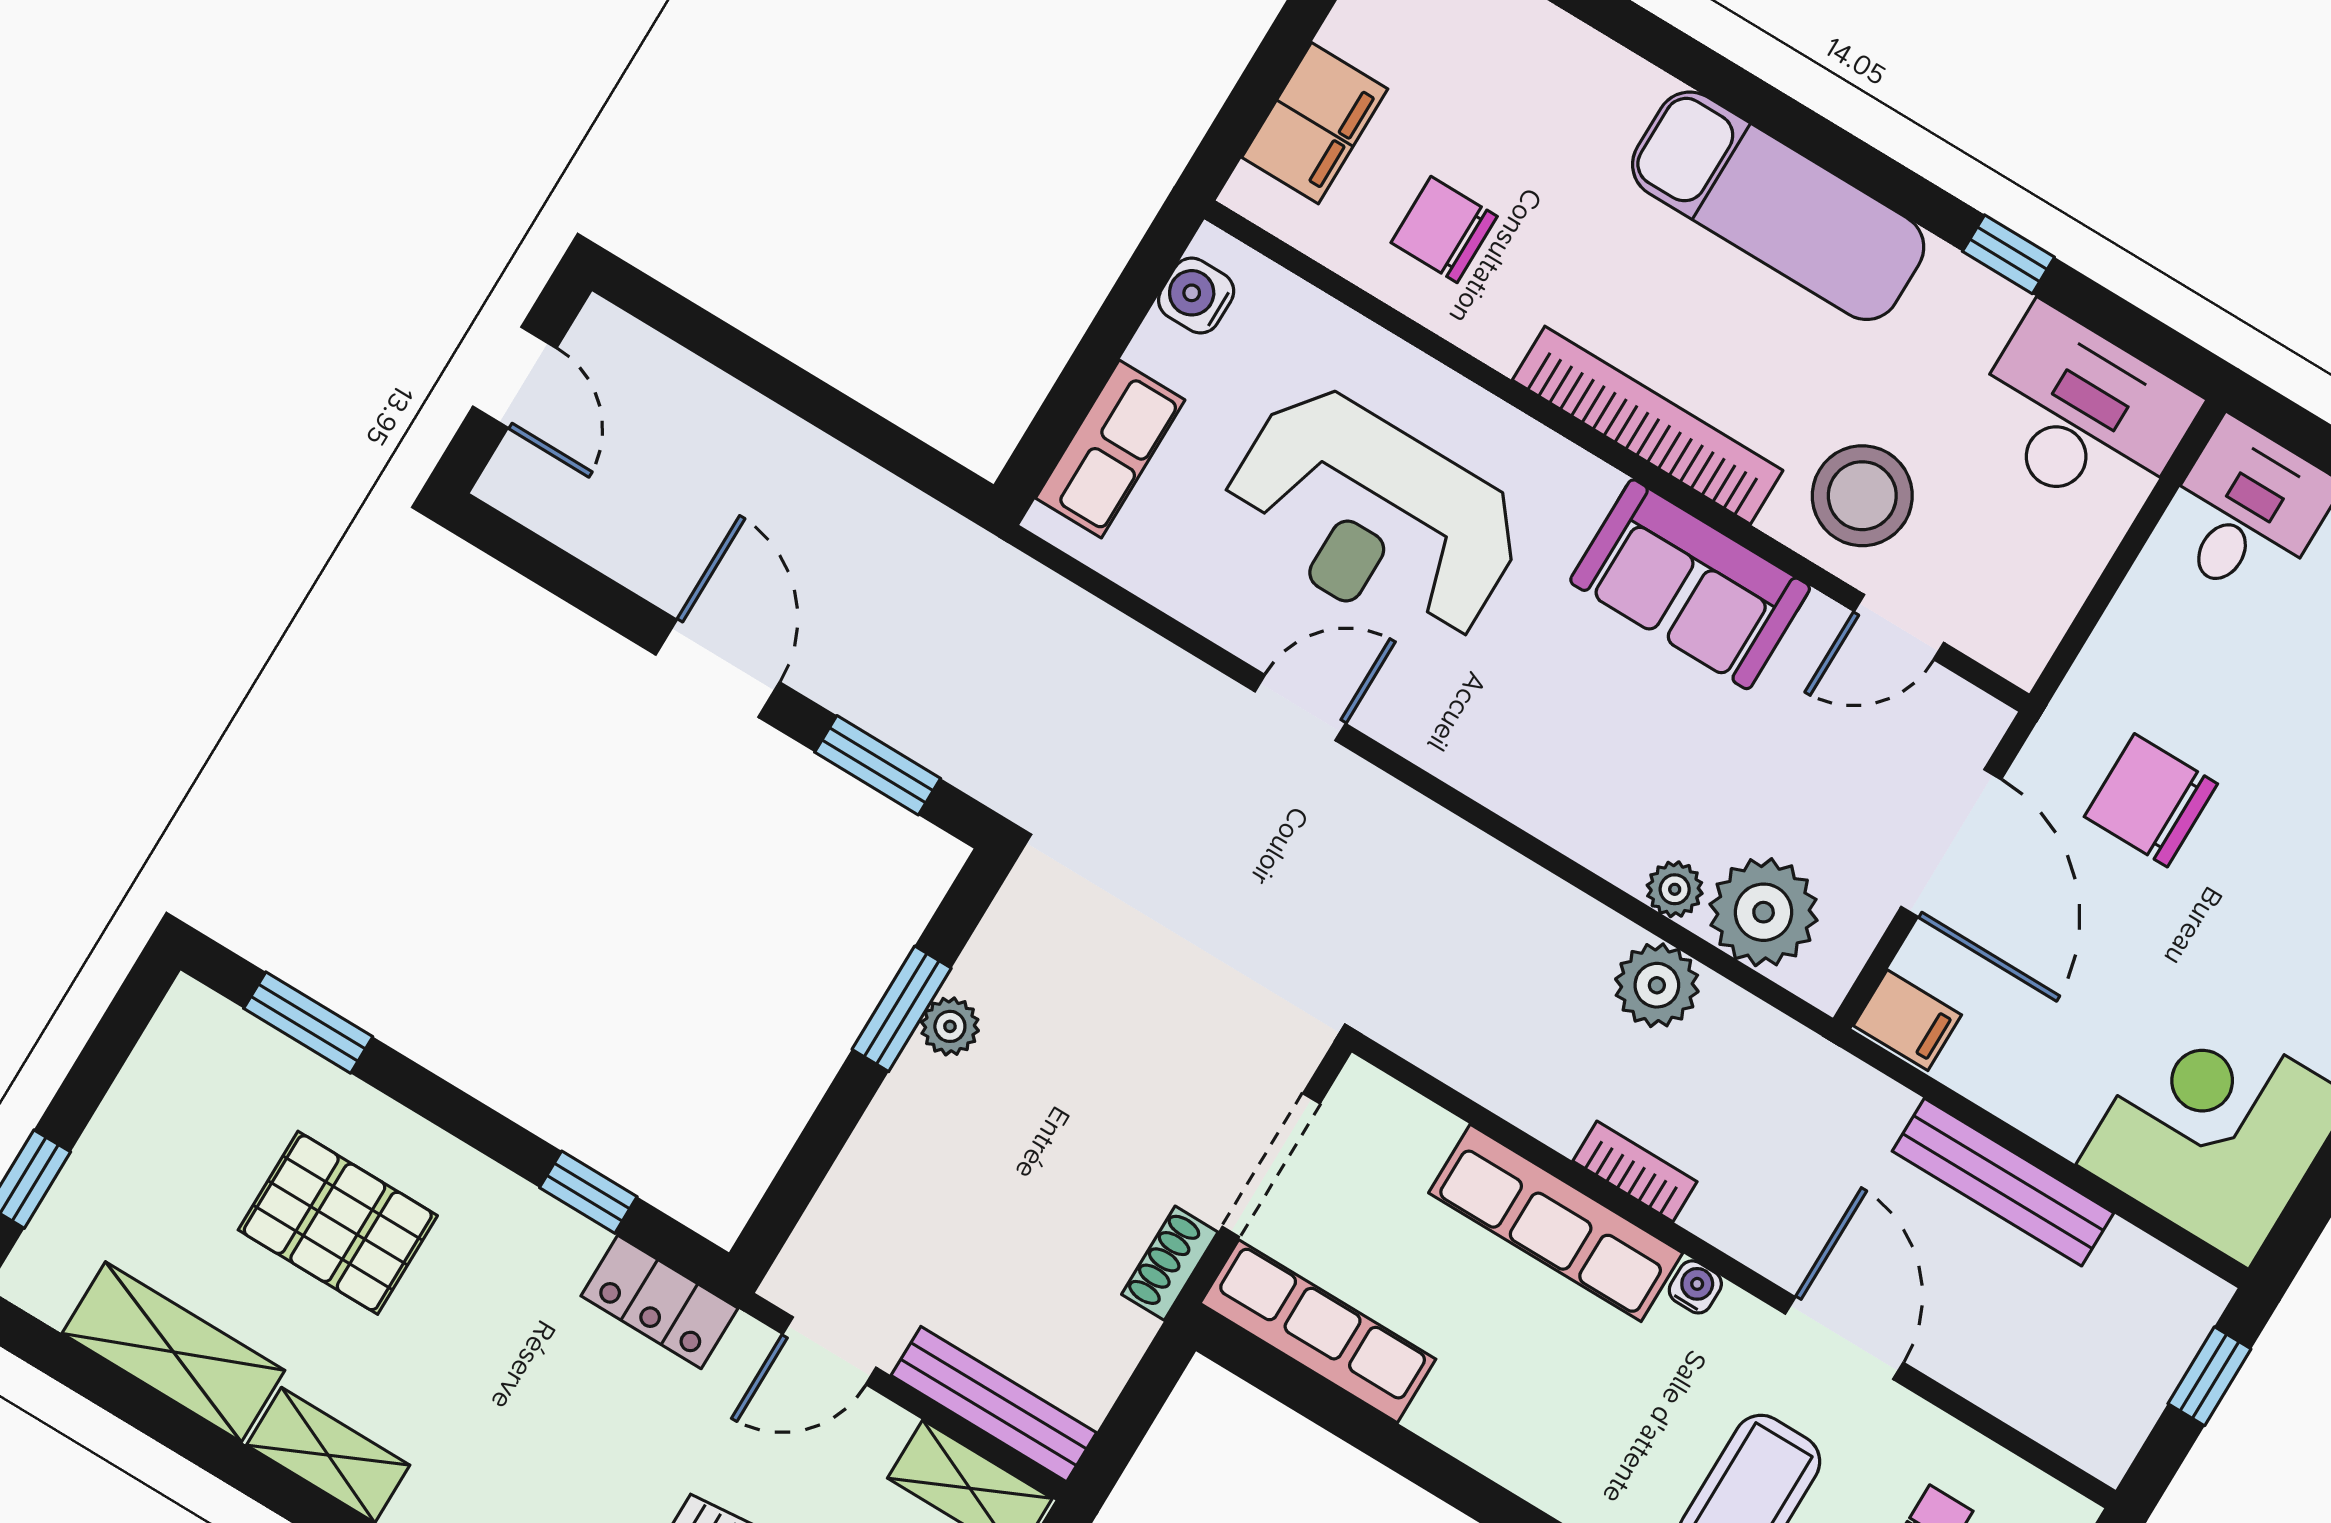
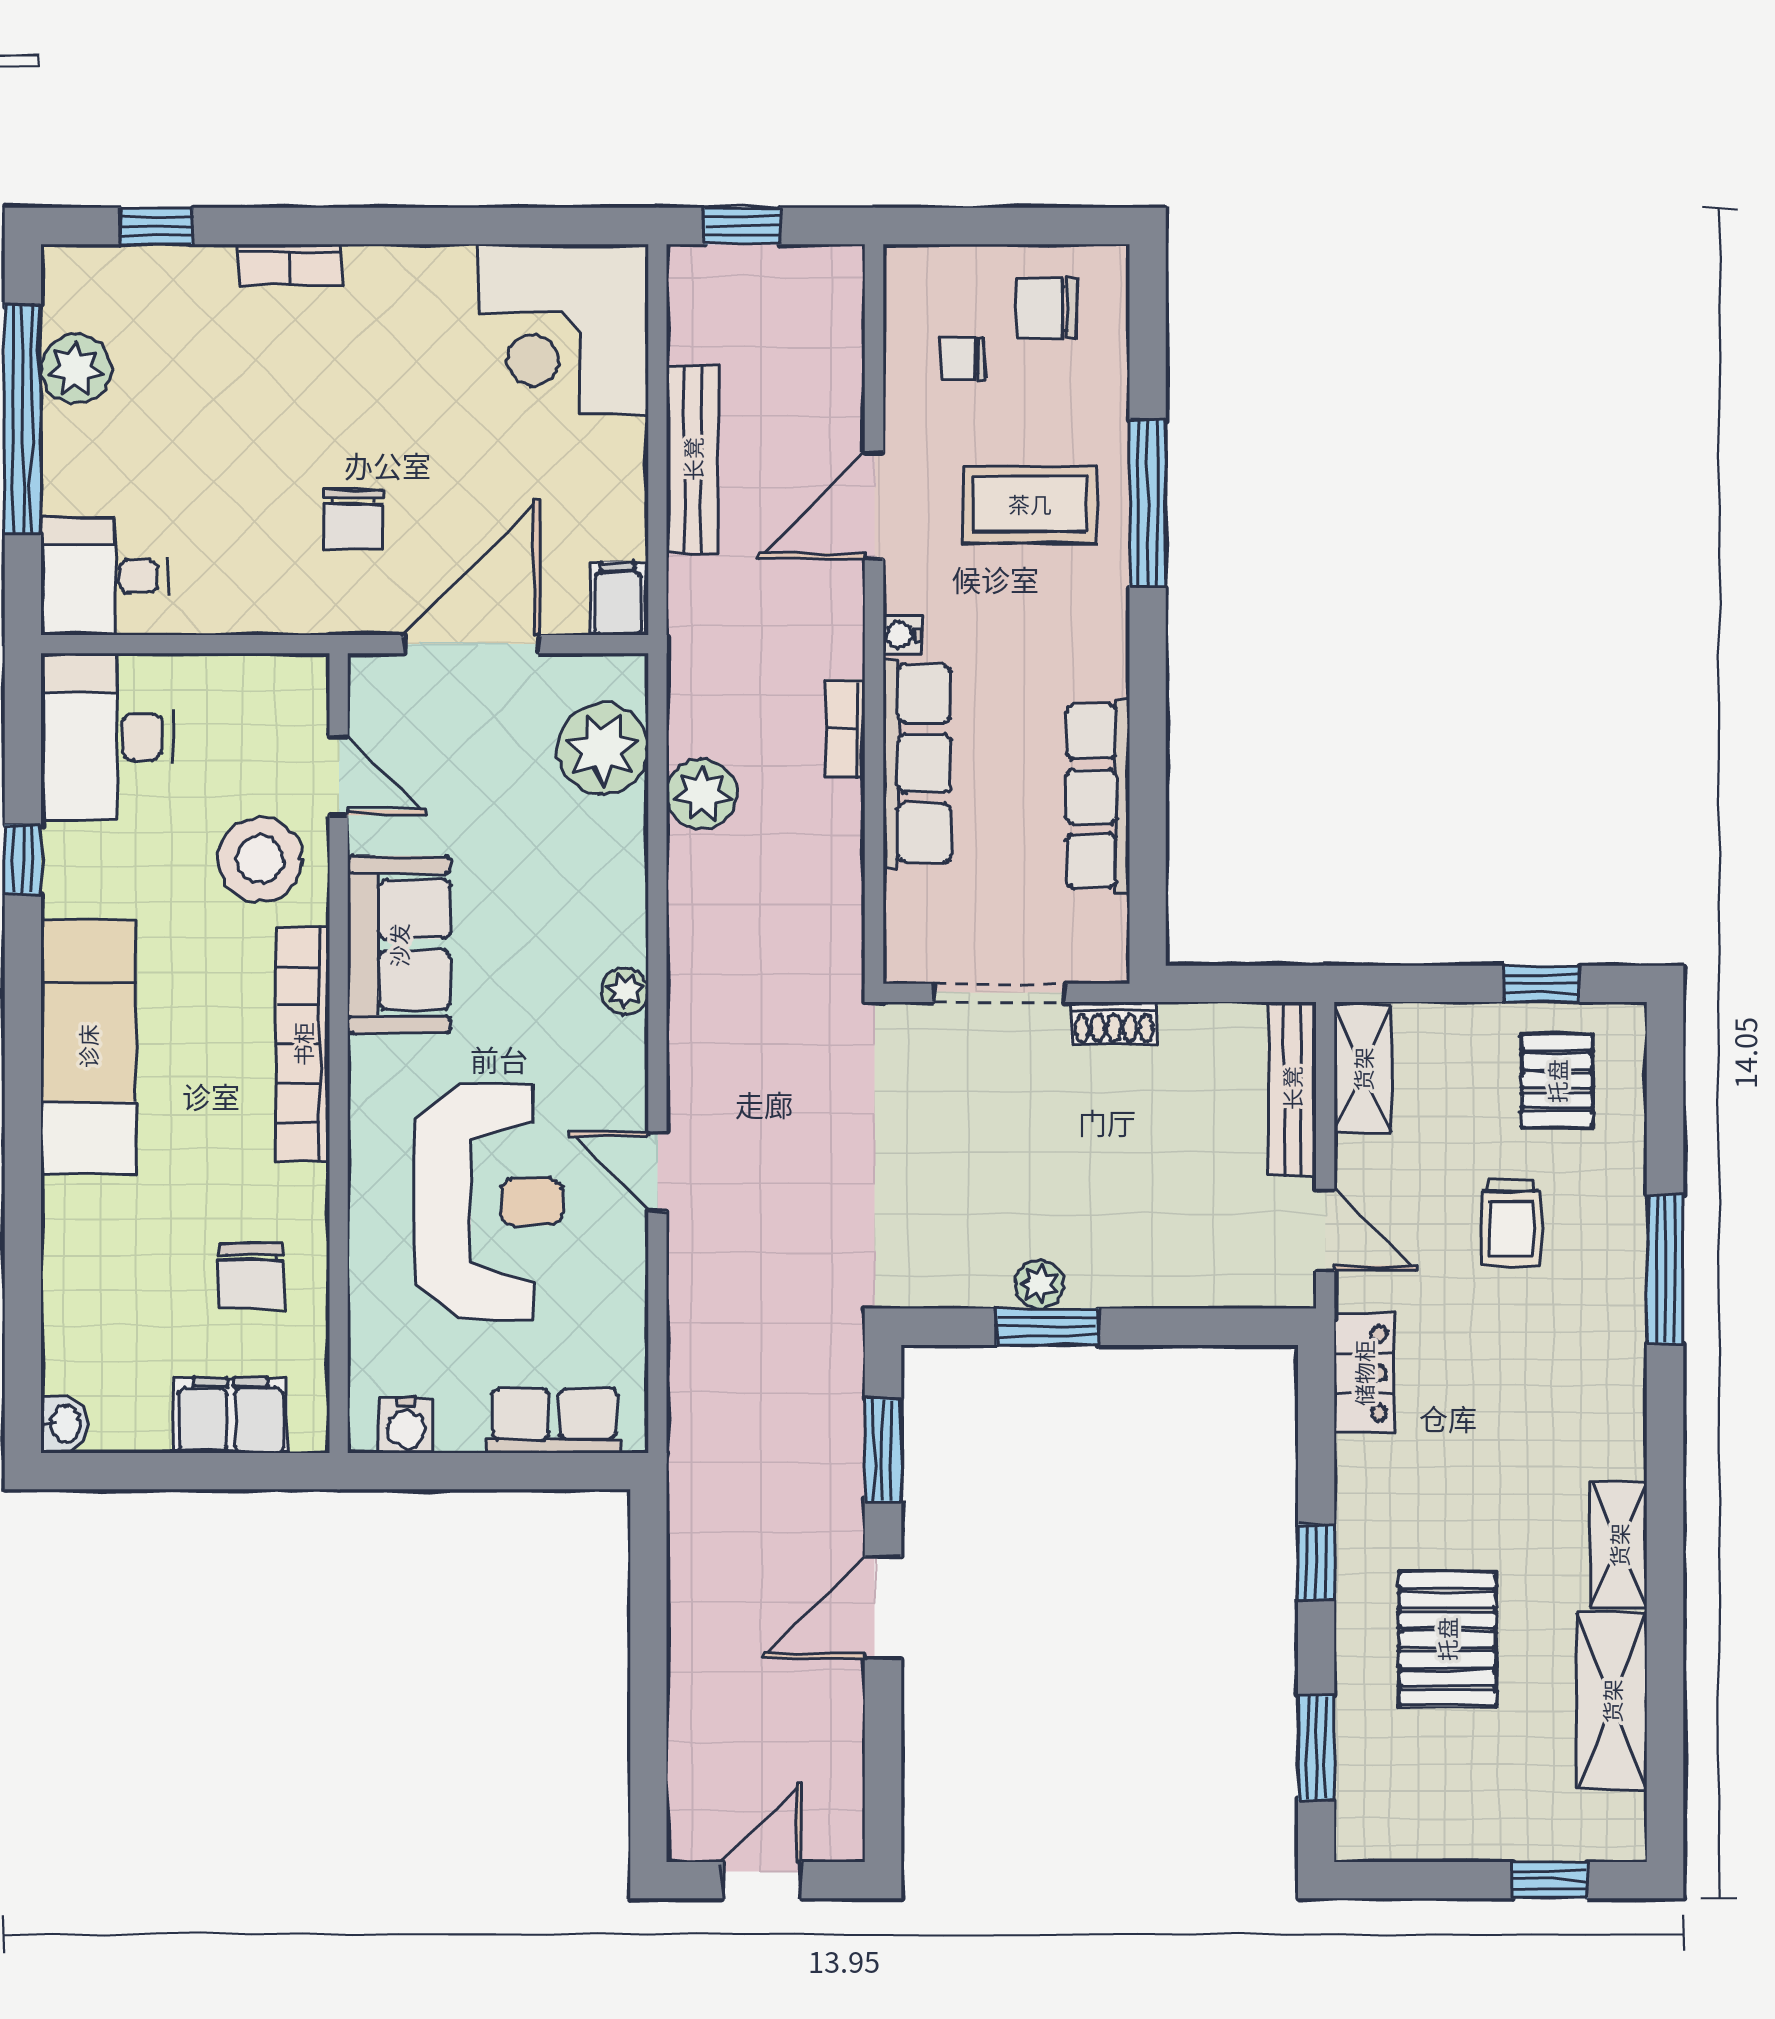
chair: (2151, 800) -> (354, 519), width x0.73, depth x0.73
plant: (1675, 889) -> (625, 991), moved
window: (588, 1192) -> (1316, 1562), moved
row of seats: (1318, 1331) -> (1098, 796), moved

